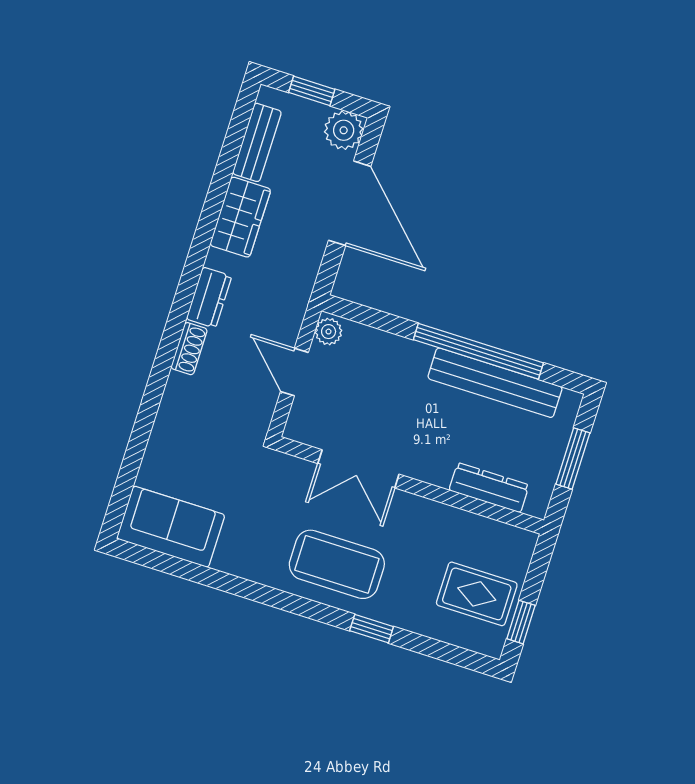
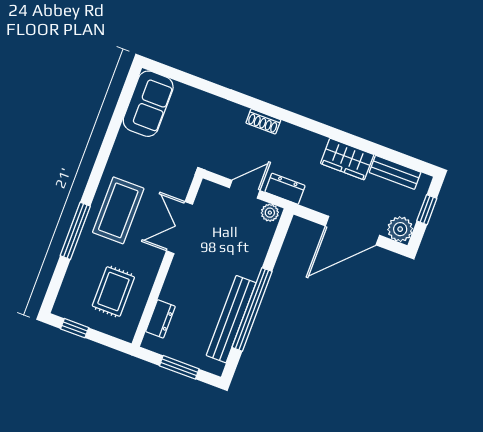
dresser: (209, 298) -> (285, 189), moved, turned 180
dresser: (489, 488) -> (160, 319), width x0.70
rug: (477, 594) -> (113, 291), moved
window: (372, 629) -> (75, 231), width x2.17

